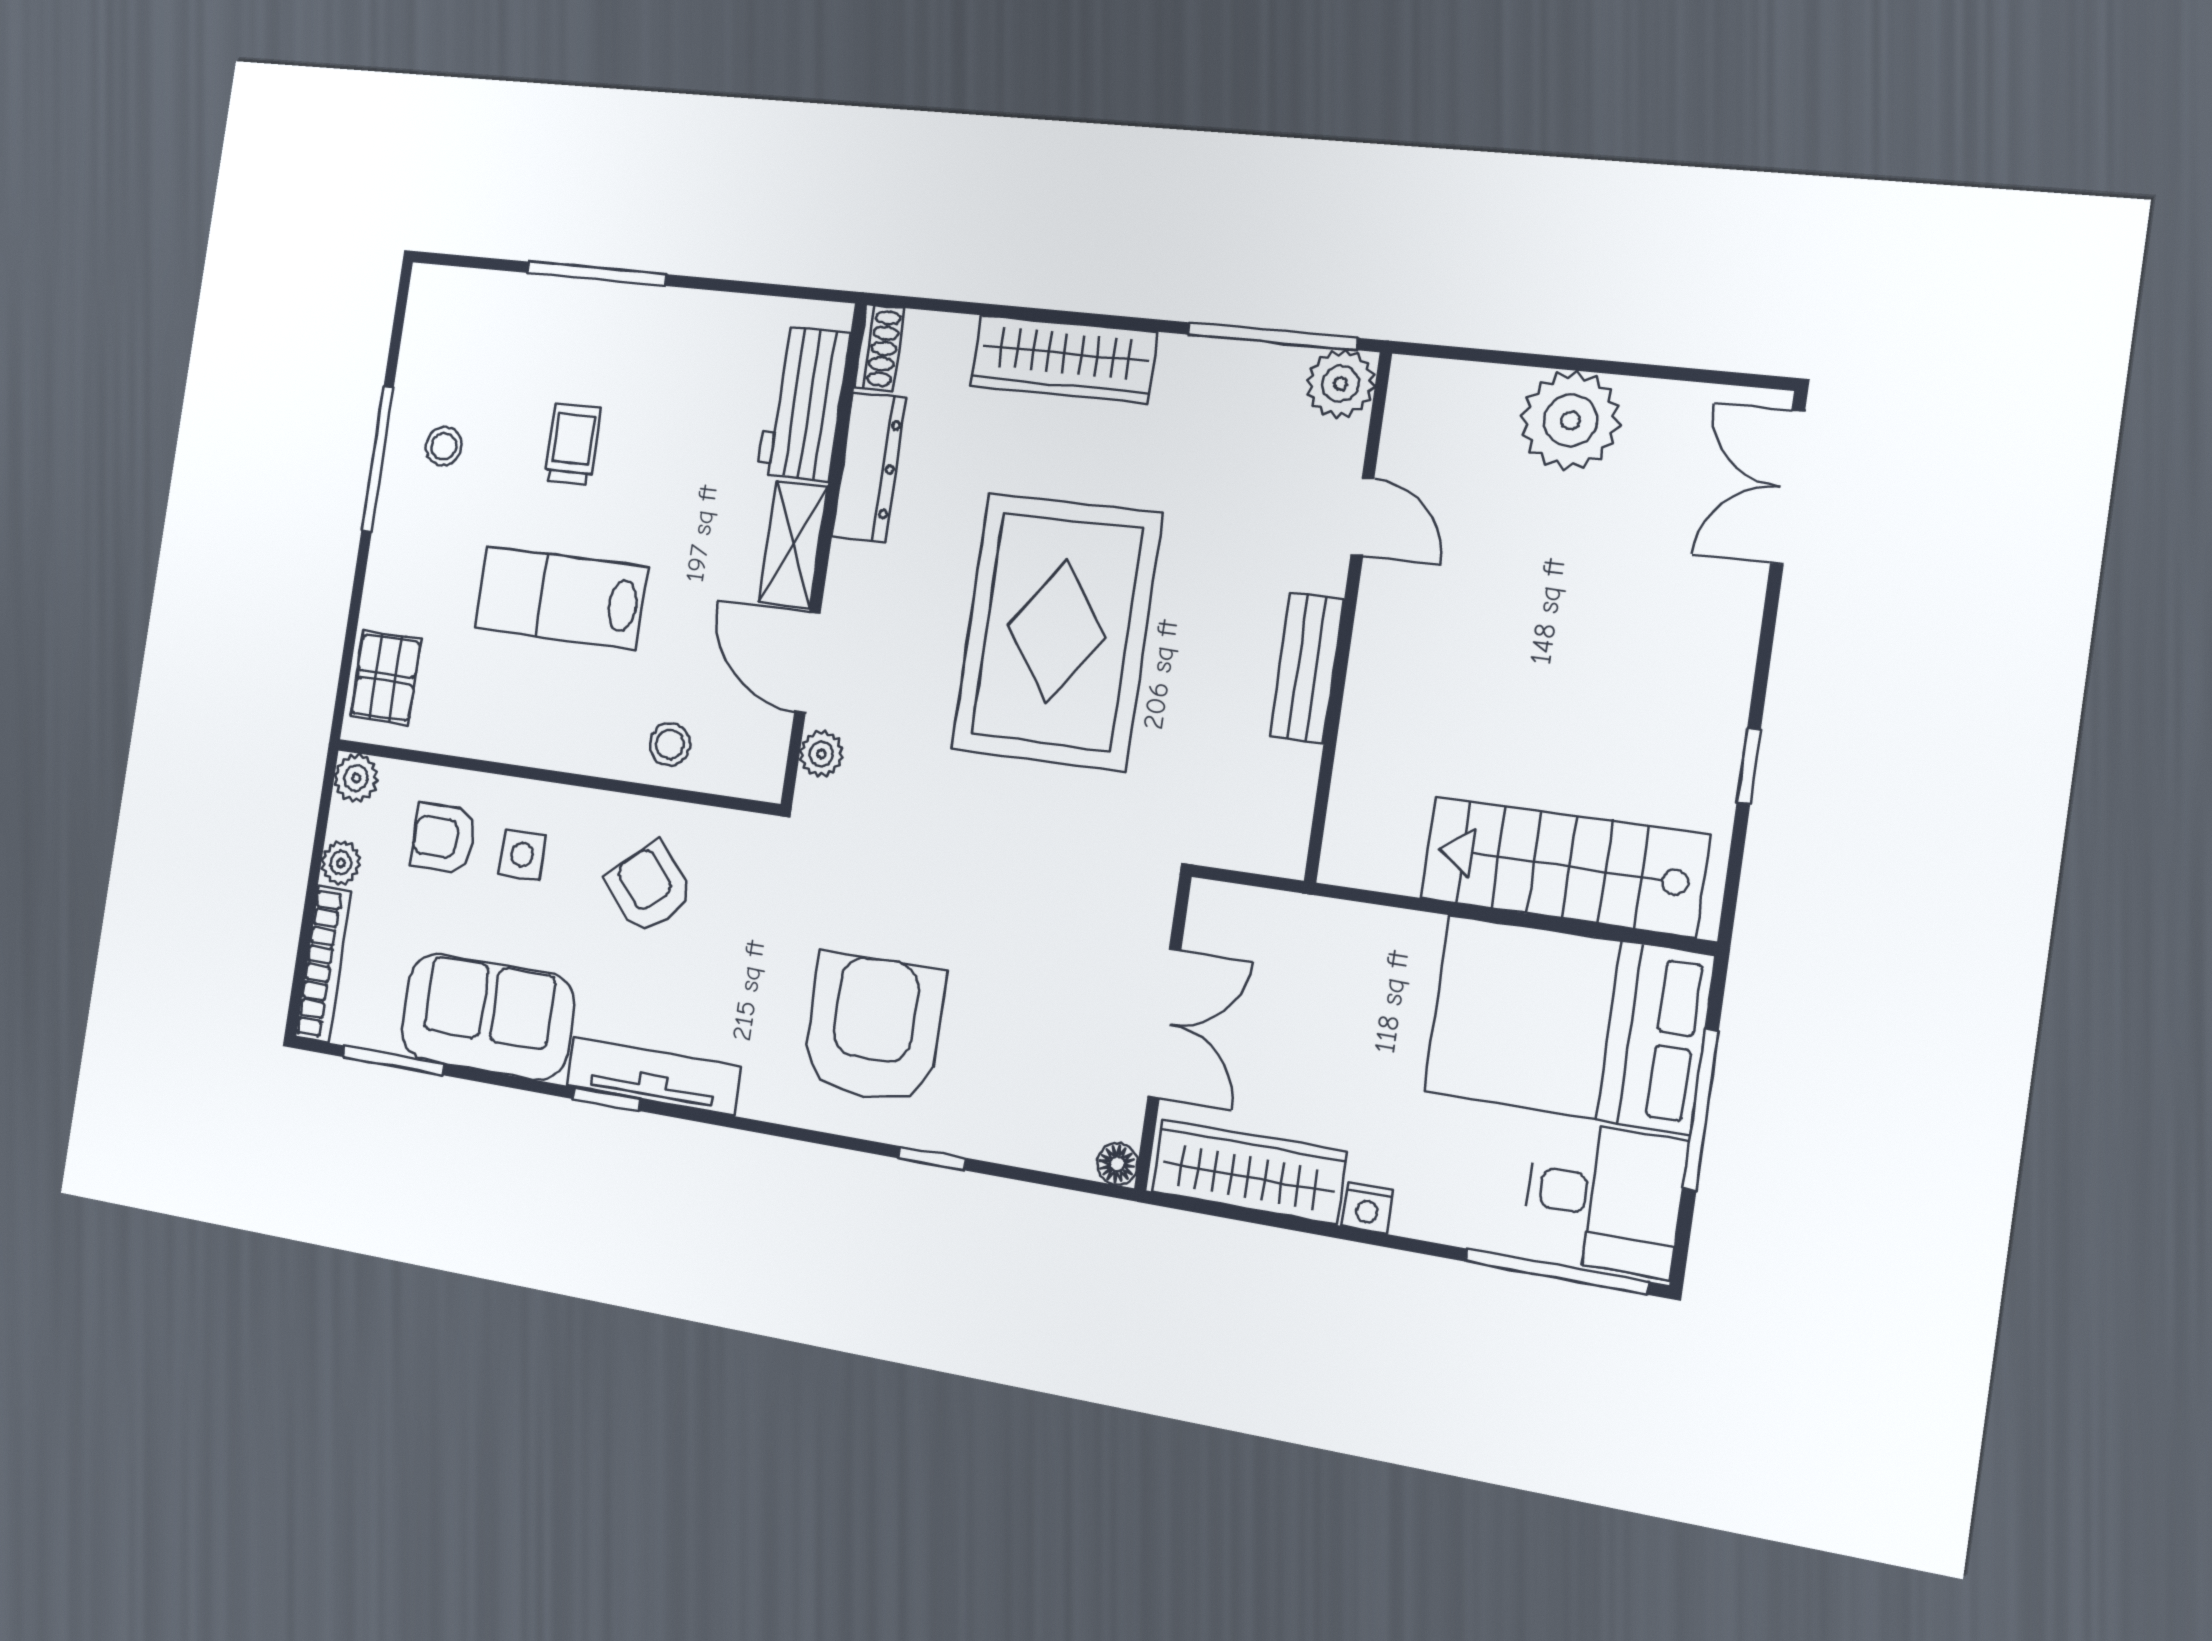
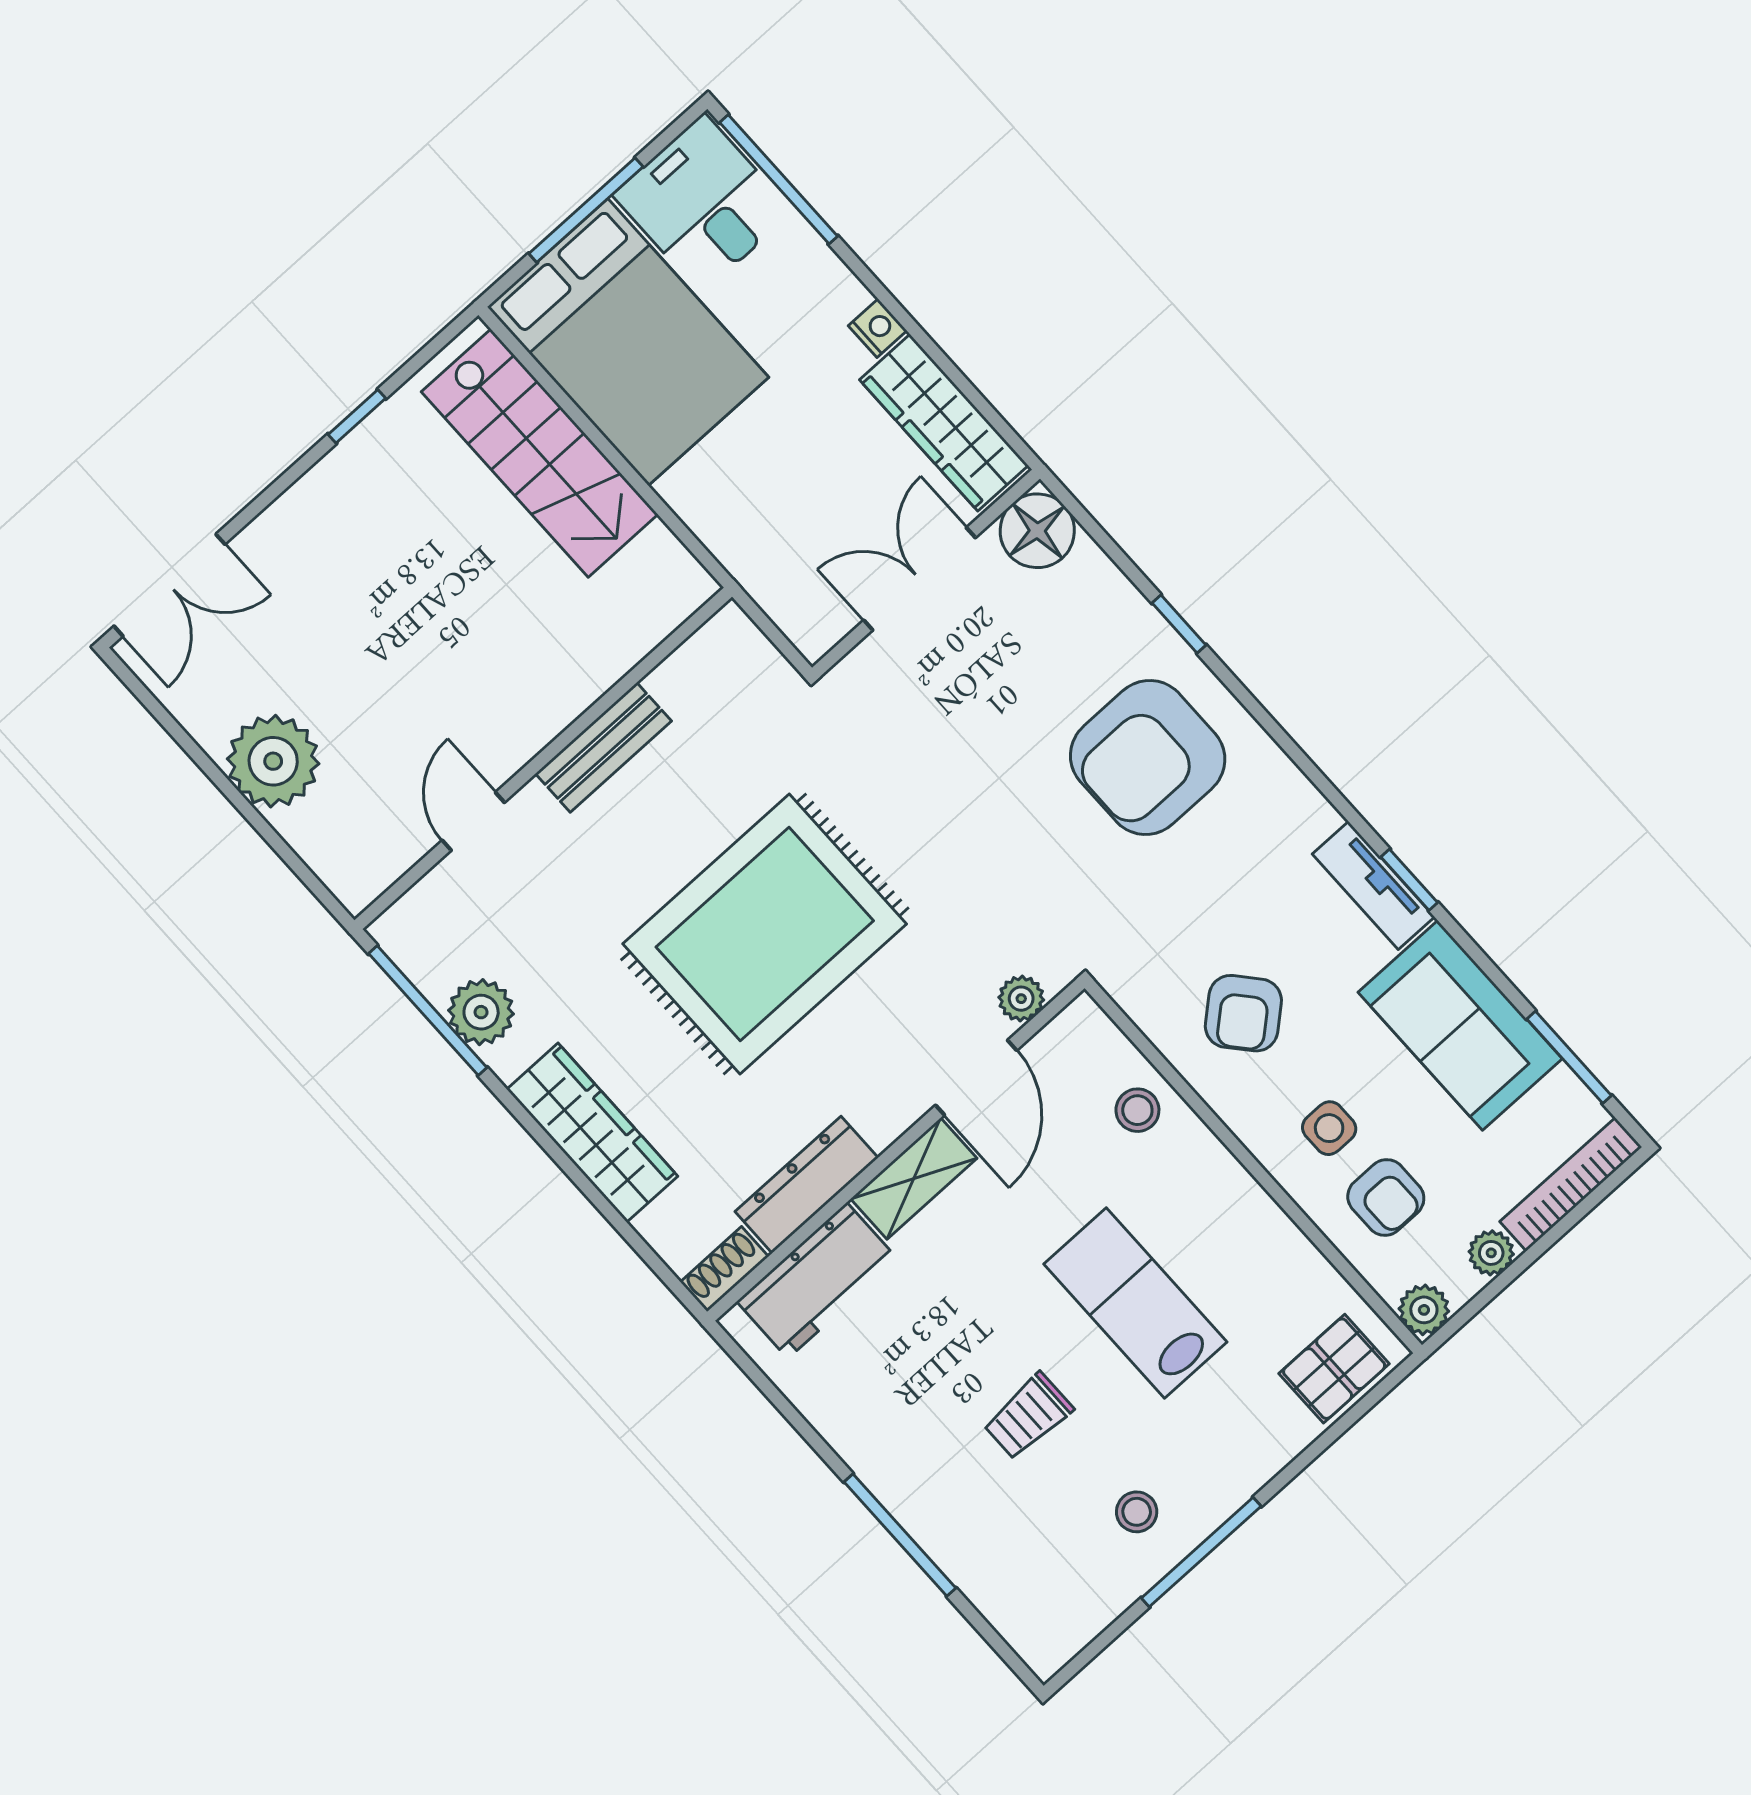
plant: (1341, 384) -> (481, 1012), moved
lab bench: (561, 598) -> (1135, 1303), turned 180
tv unit: (654, 1076) -> (1373, 885), width x0.71
floor lamp: (1117, 1164) -> (1037, 531), width x1.89, depth x1.89

